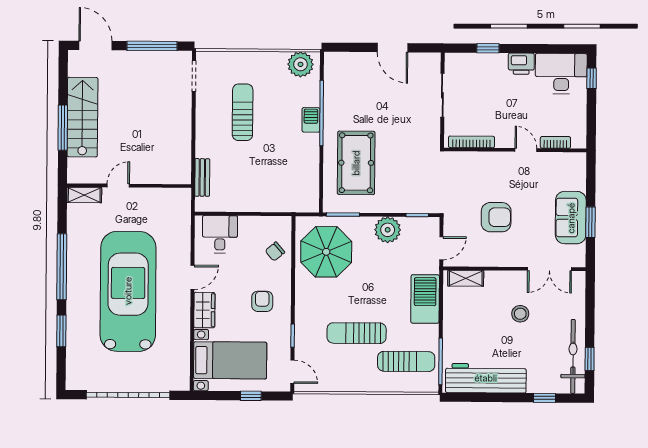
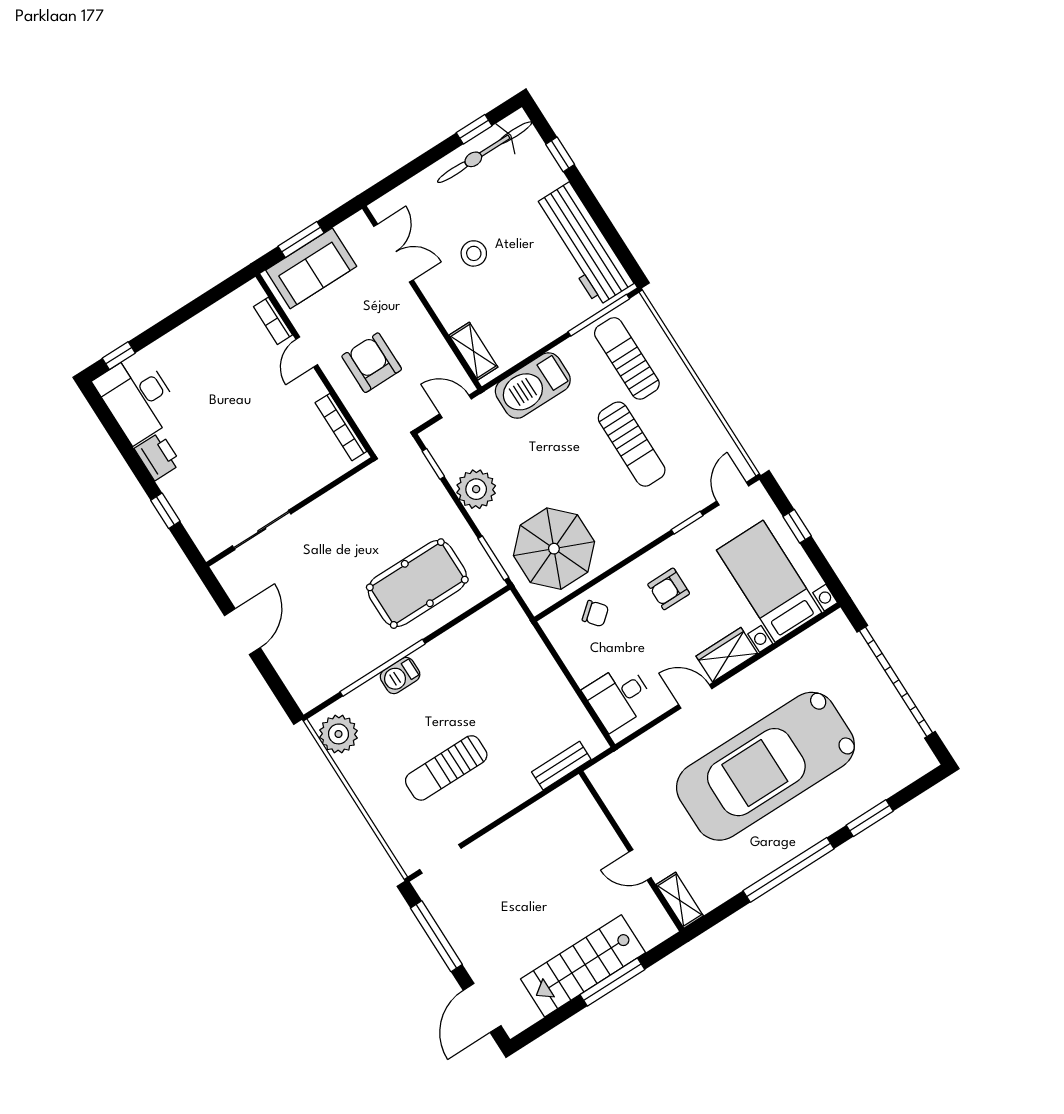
bookcase: (472, 142) -> (341, 427), moved
bookcase: (555, 142) -> (273, 321), moved
wall: (515, 150) -> (315, 366), moved
door: (526, 150) -> (307, 352), moved

